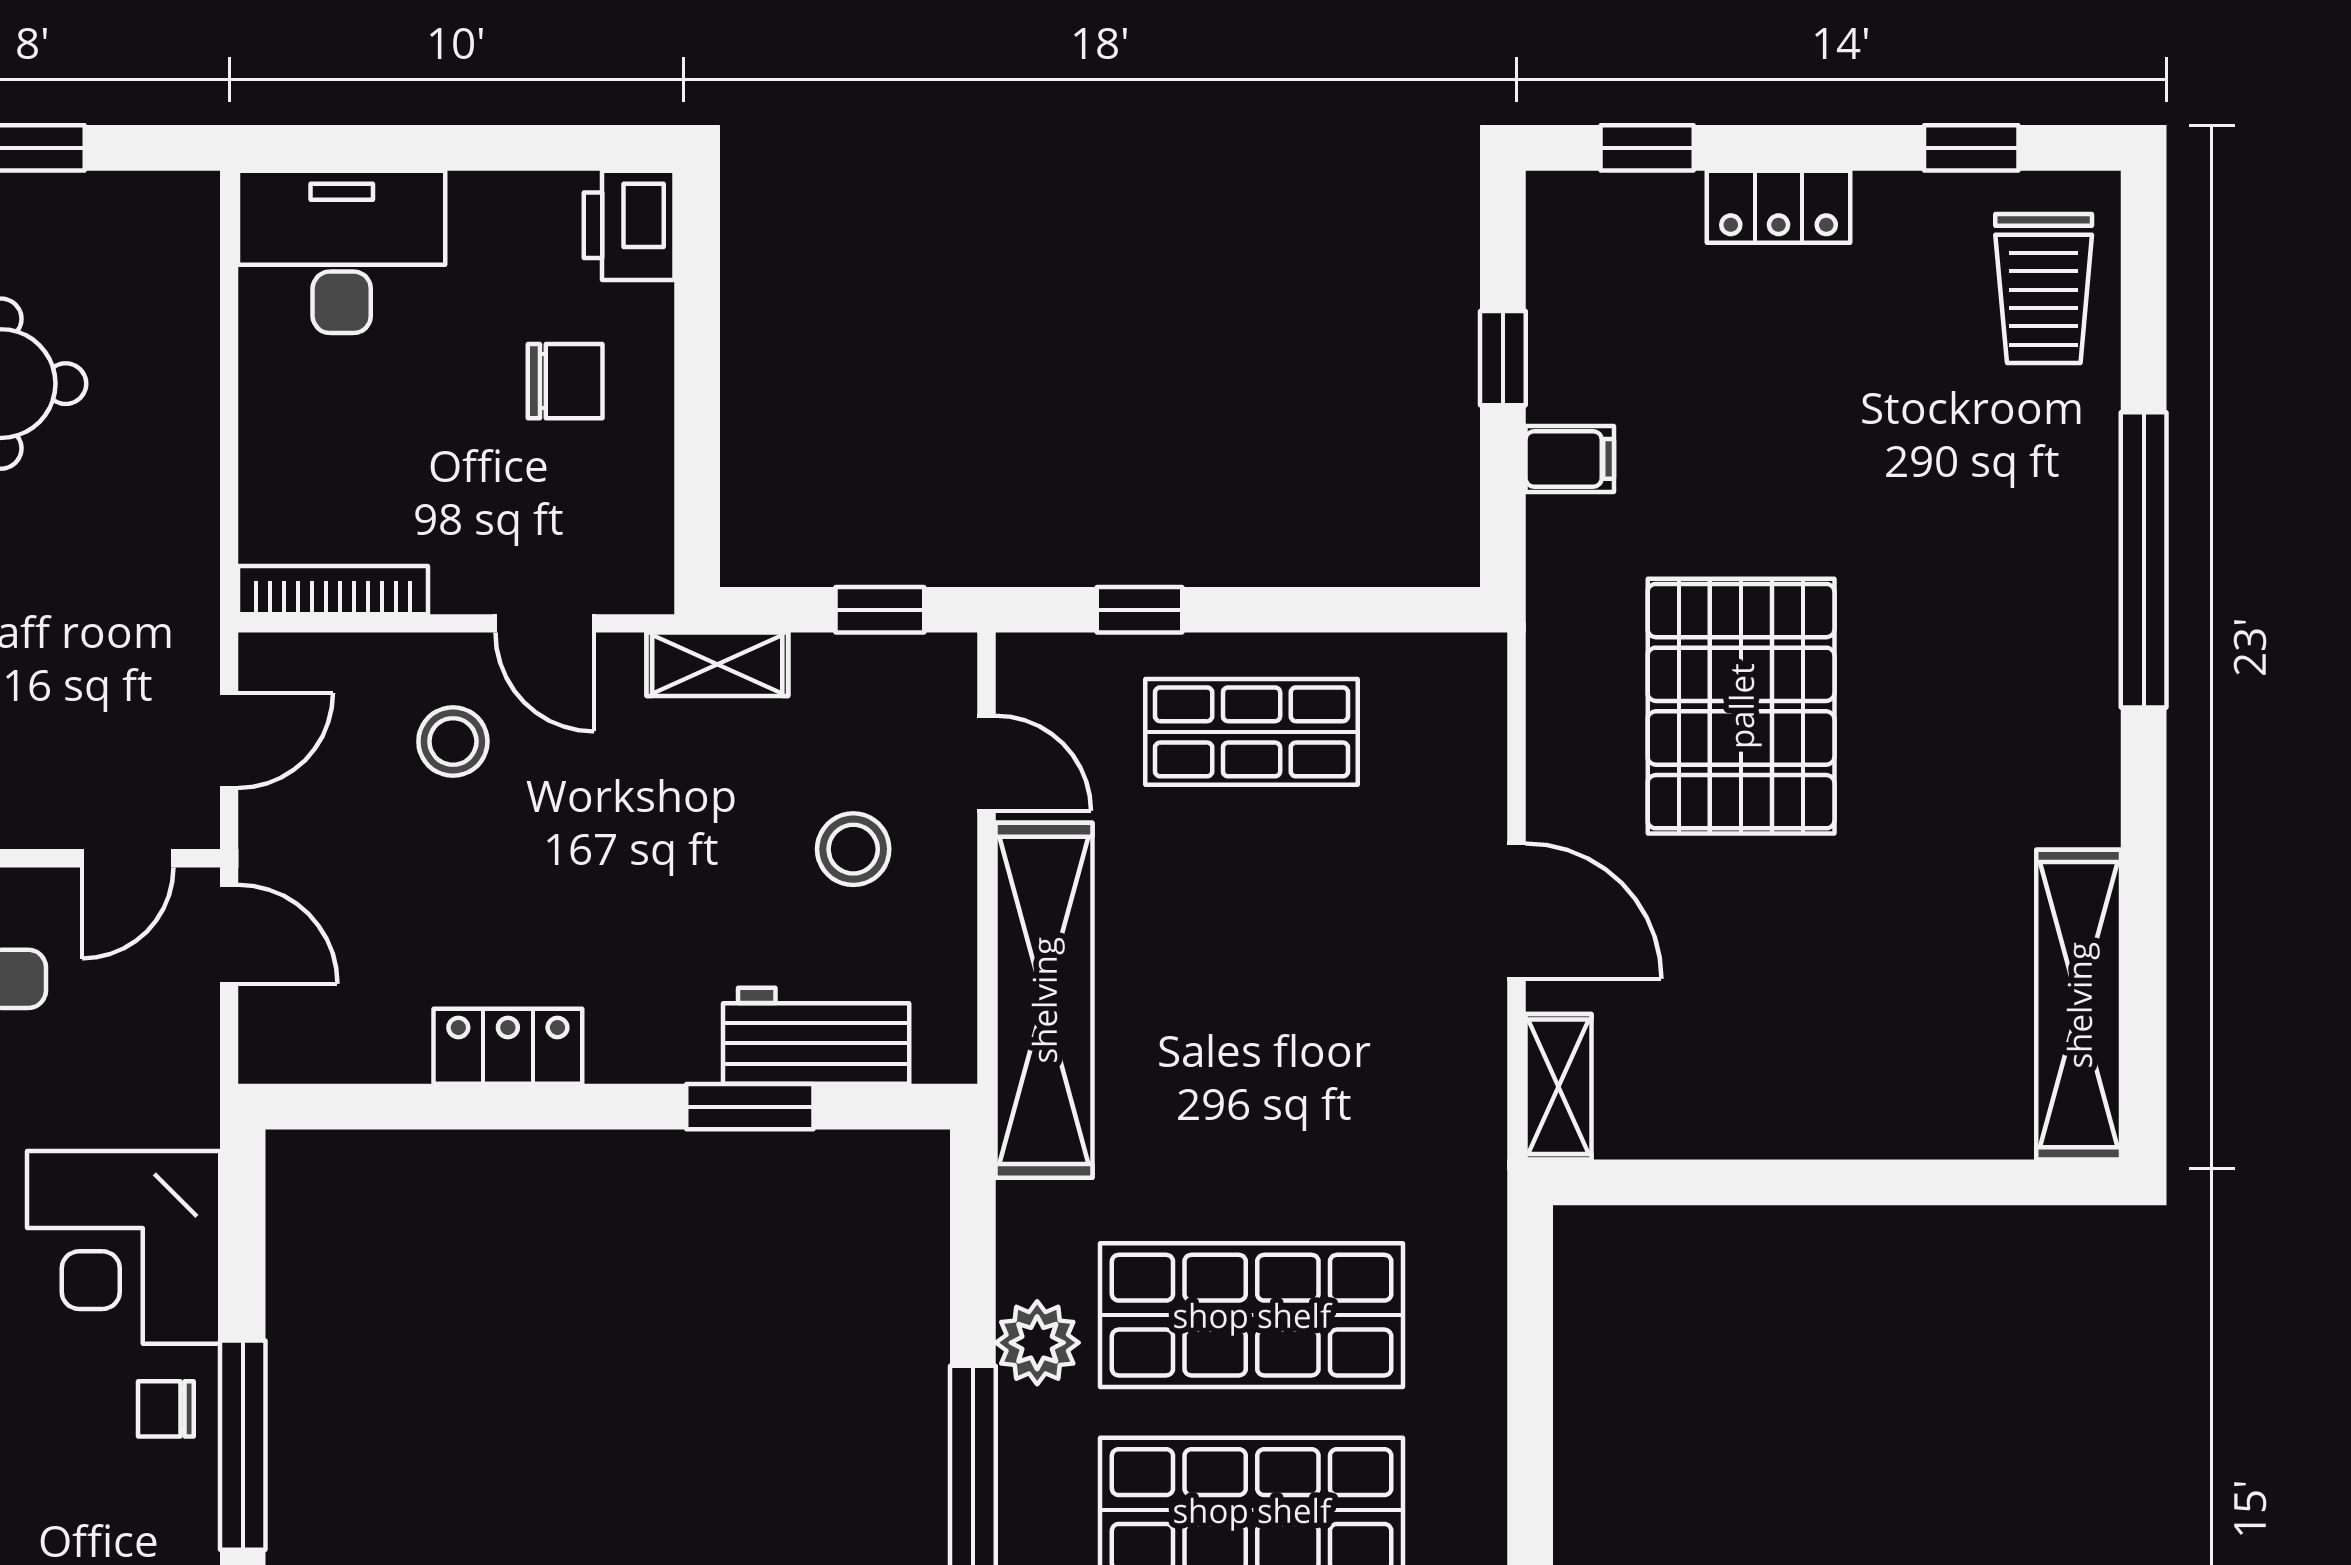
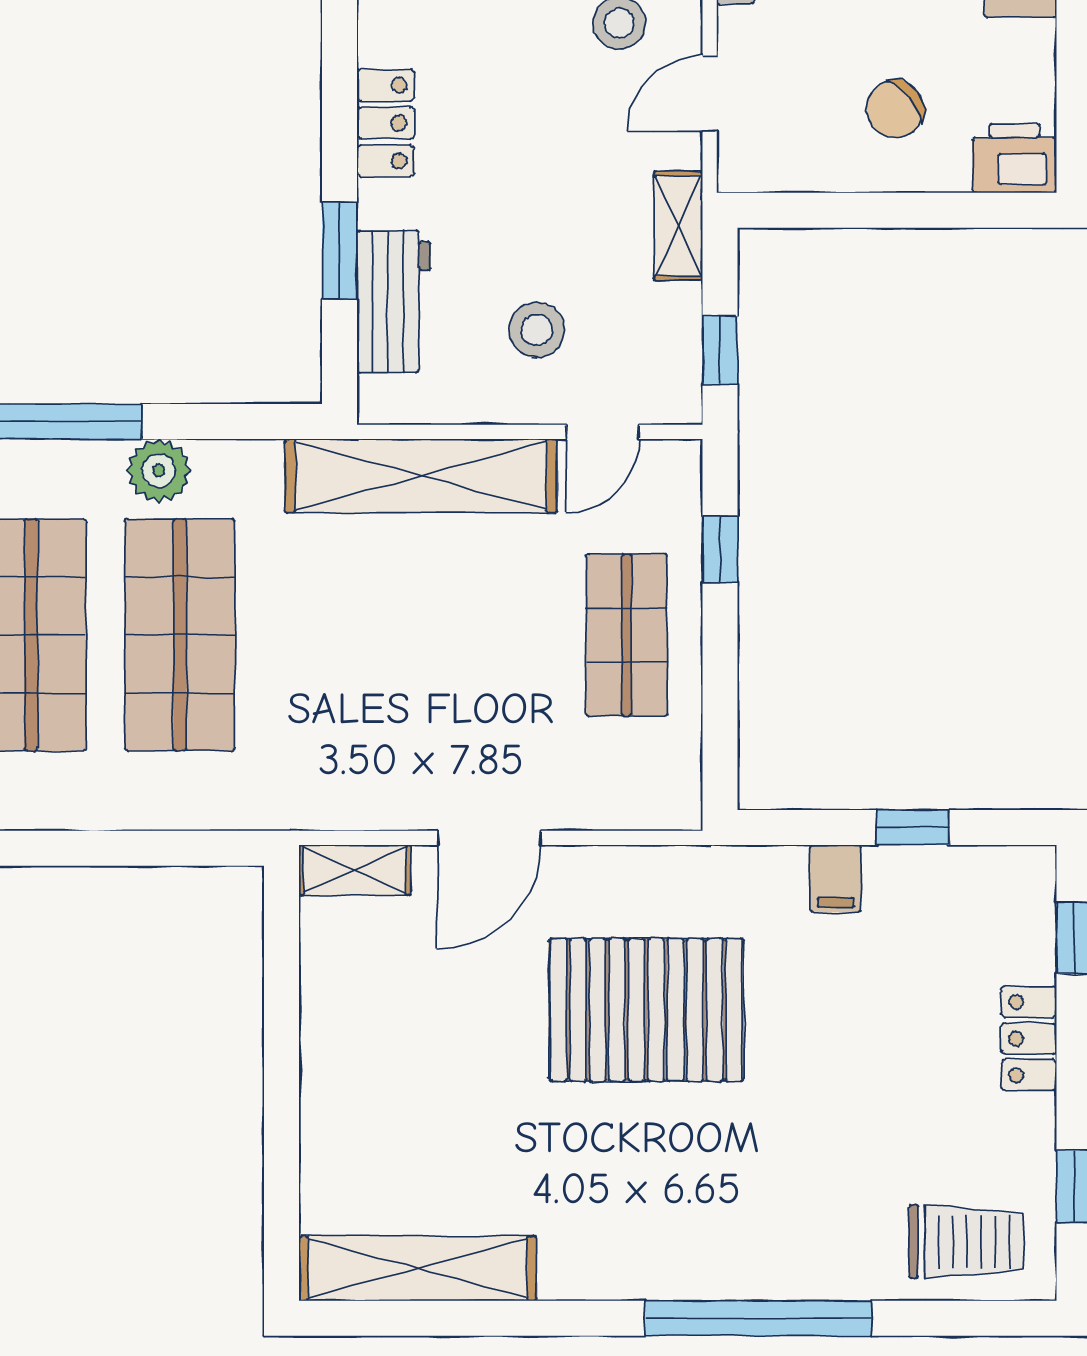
trolley: (2044, 288) -> (966, 1242), turned 180
chair: (565, 381) -> (895, 109), turned 51
locker: (508, 1046) -> (386, 123), moved

